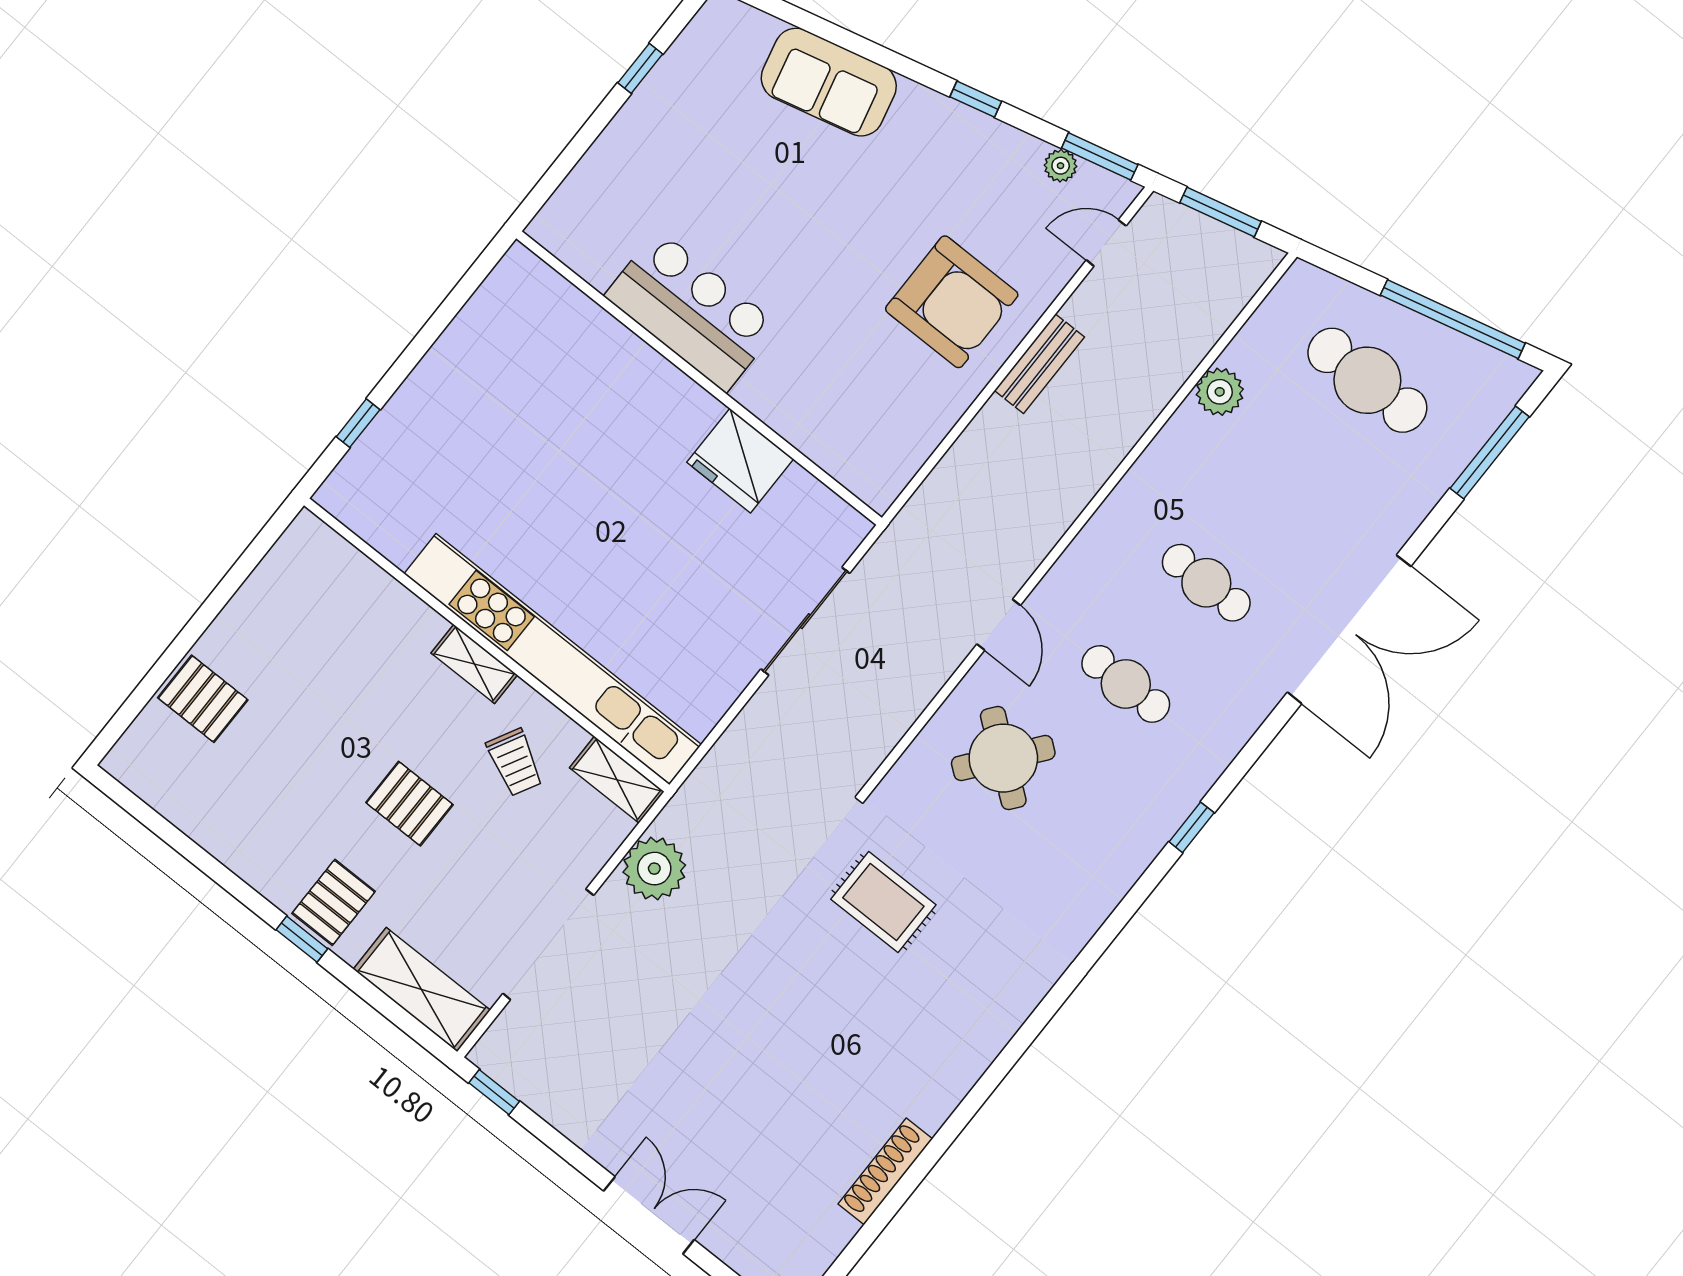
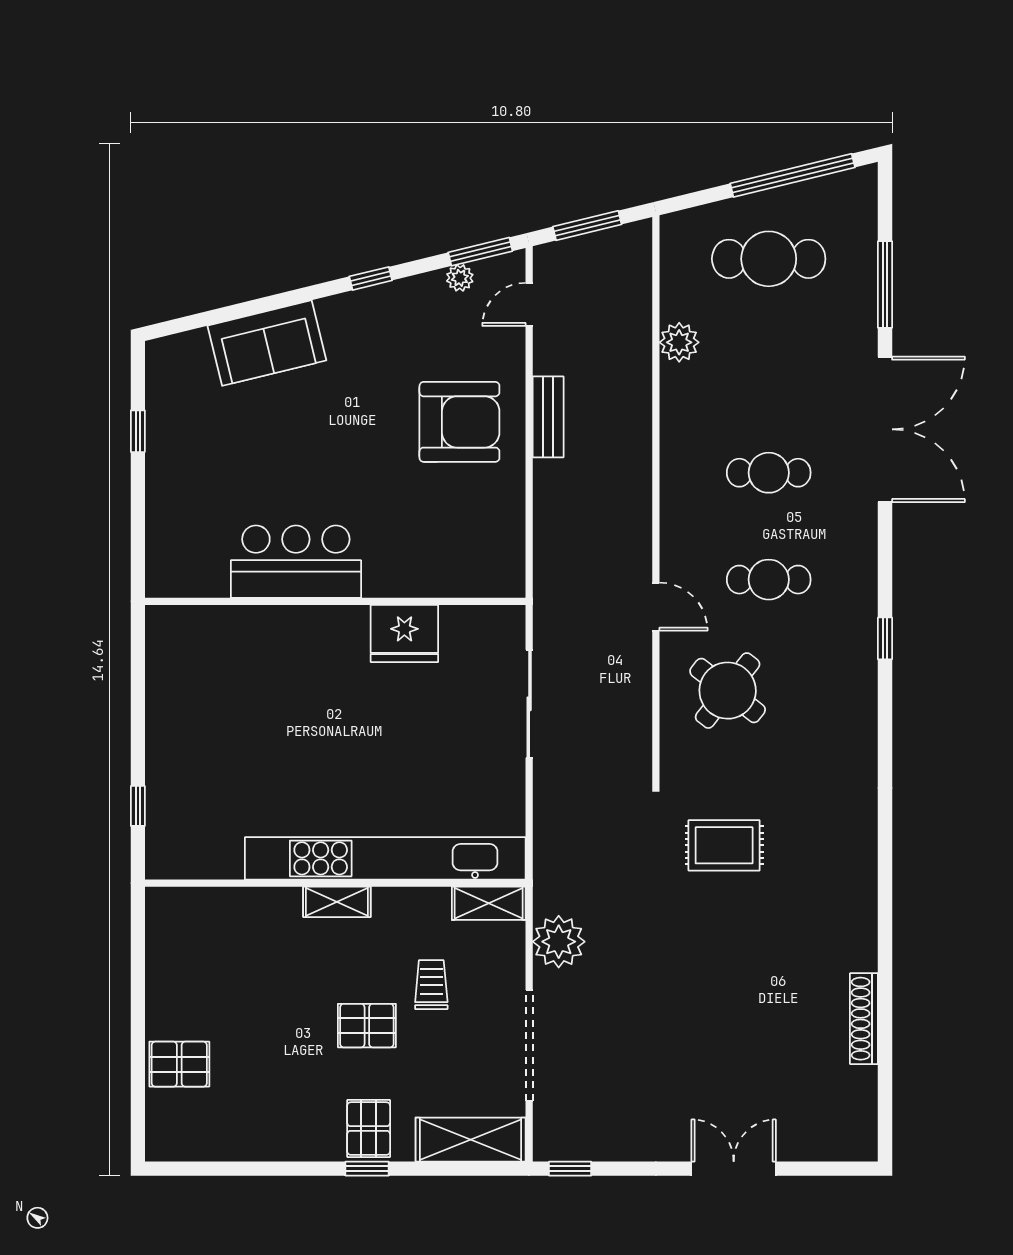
window: (1490, 453) -> (885, 285), moved
trolley: (515, 762) -> (431, 985), moved, turned -118

